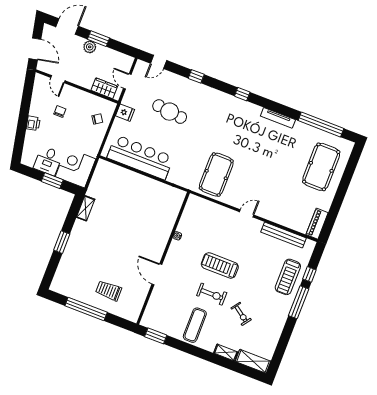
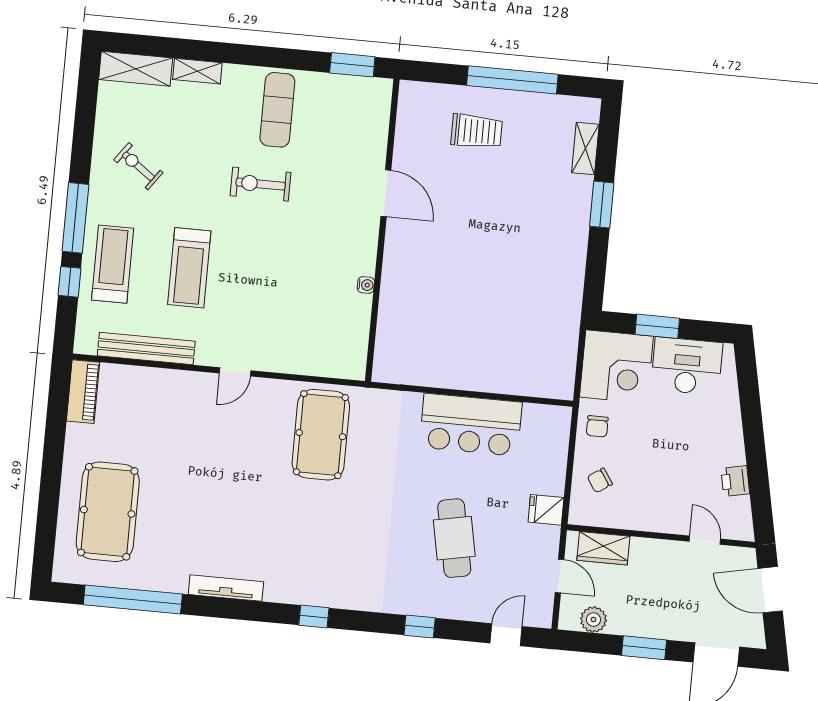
plant: (90, 47) -> (593, 620), moved
chair: (60, 111) -> (597, 426), moved
cafe table: (170, 112) -> (454, 538), turned 72
printer: (33, 123) -> (735, 481), moved
bar counter: (140, 157) -> (471, 425), width x0.73
desk: (48, 161) -> (687, 366), width x1.37
shelving: (86, 208) -> (585, 149), moved
treadmill: (220, 265) -> (189, 268), moved, turned 90
exercise bike: (241, 314) -> (138, 166), moved

